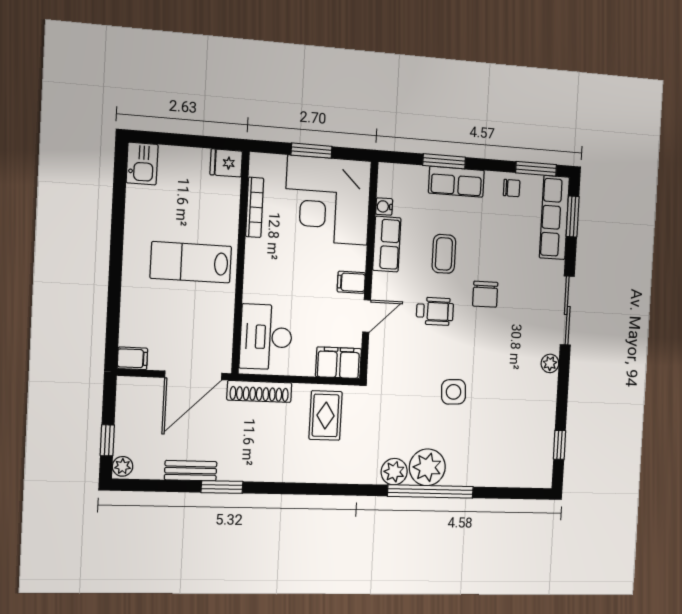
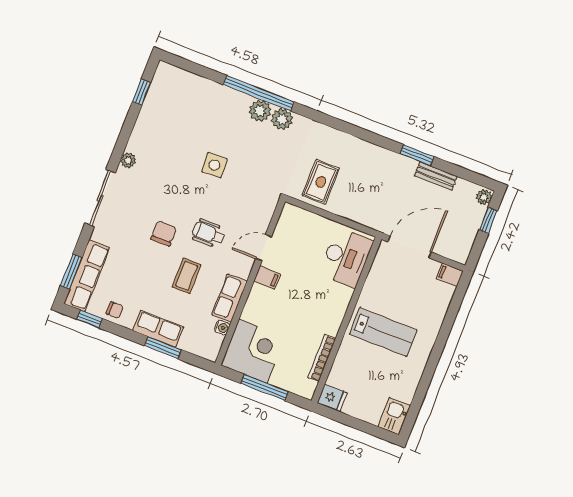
window: (312, 151) -> (264, 387), width x1.44
window: (536, 169) -> (89, 319), width x0.67
chair: (512, 188) -> (115, 310), turned 180
corner desk: (328, 200) -> (253, 351), width x0.74, depth x0.74
filing cabinet: (338, 363) -> (297, 219), removed
shoe rack: (259, 391) -> (365, 218), removed
plant: (427, 467) -> (260, 111), width x0.73, depth x0.73

